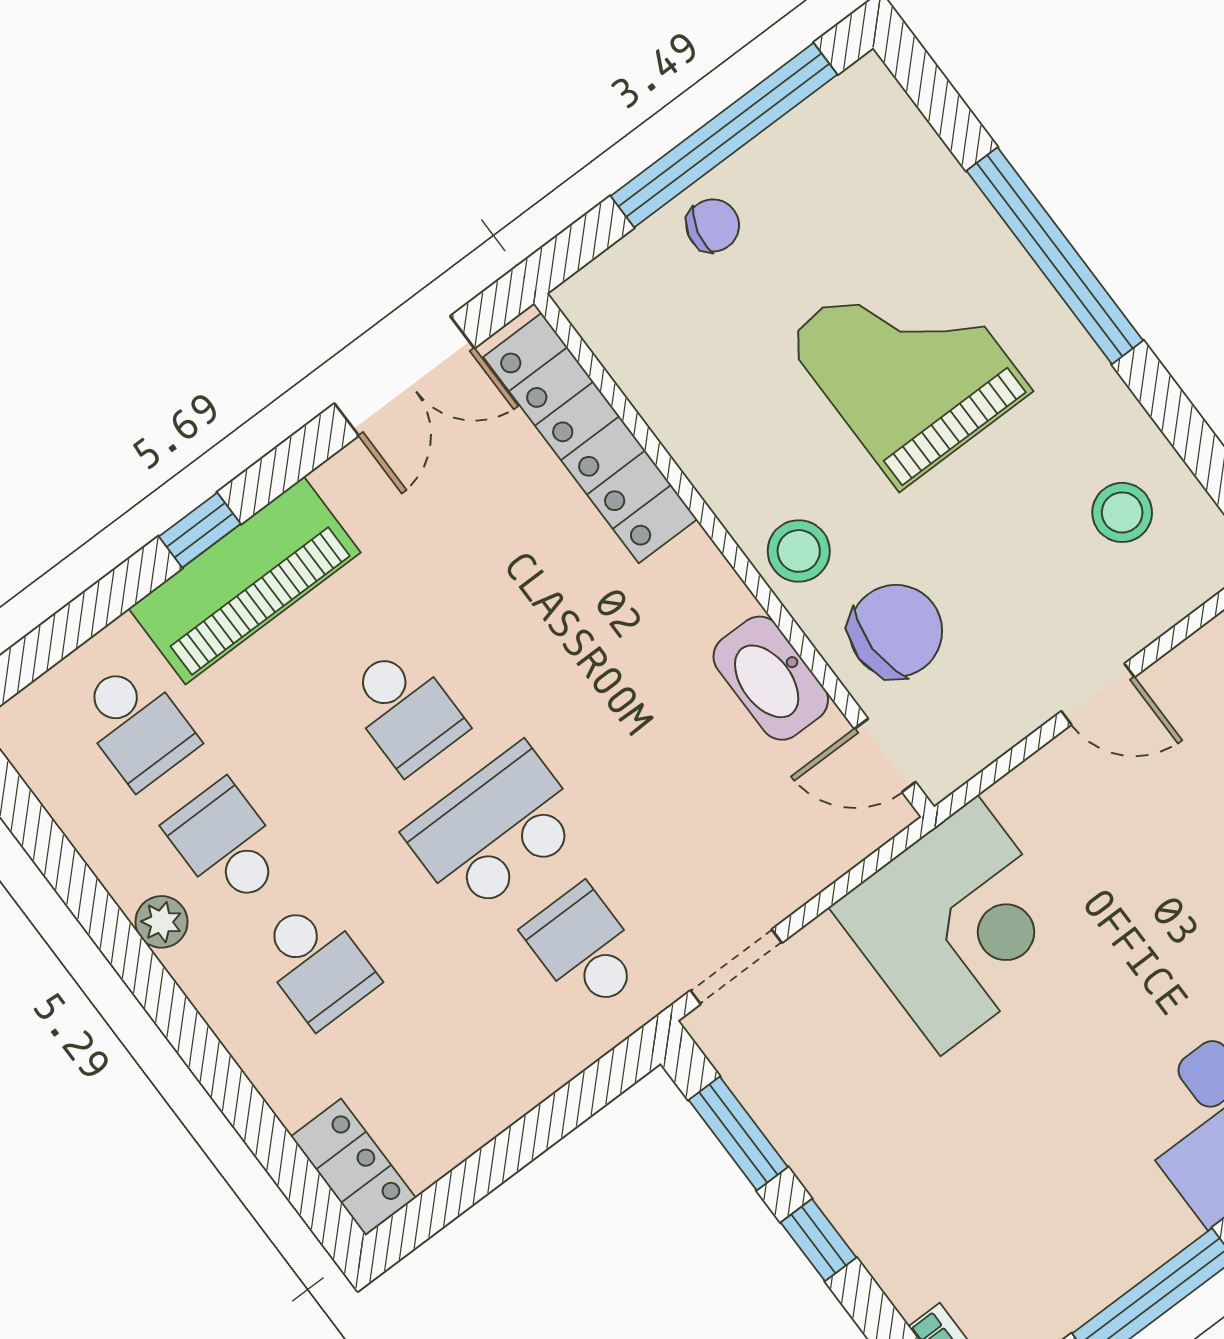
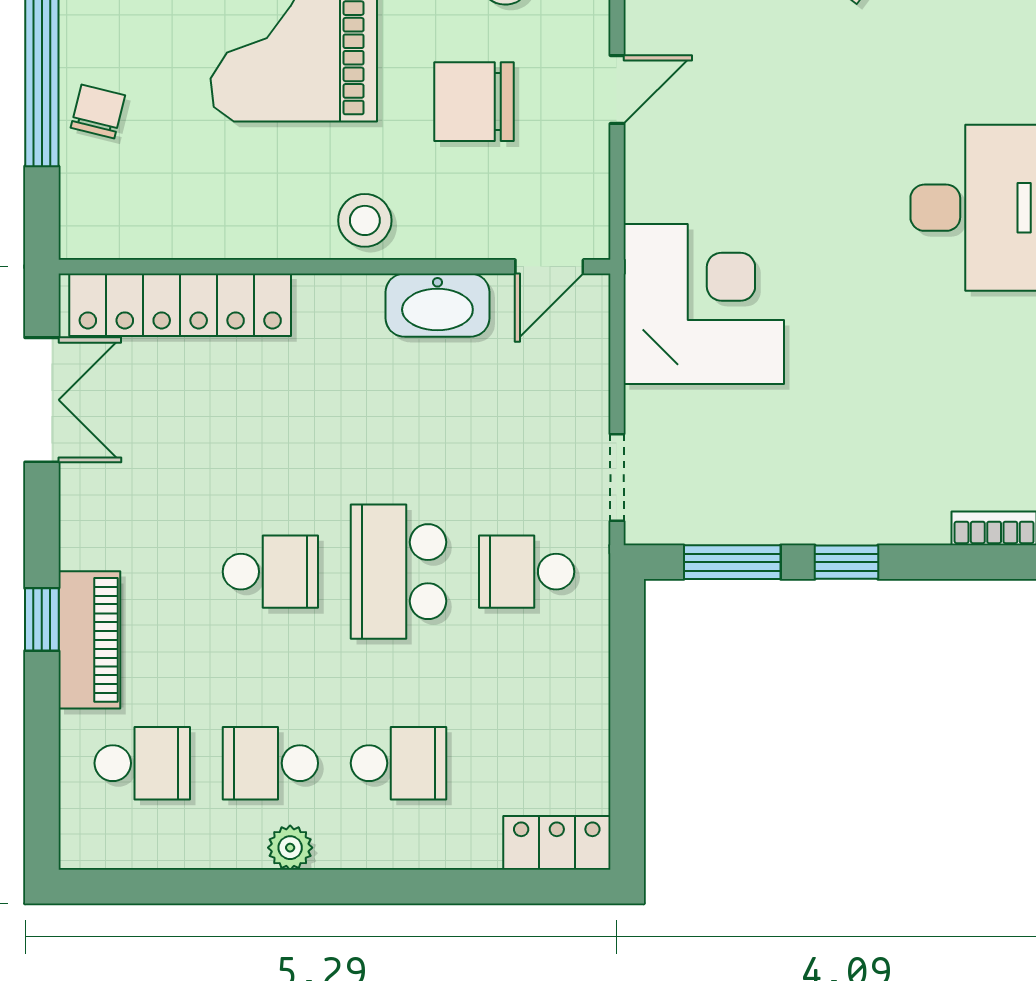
piano: (245, 581) -> (89, 640), width x0.73, depth x0.75
chair: (896, 631) -> (474, 102), moved, turned -90

